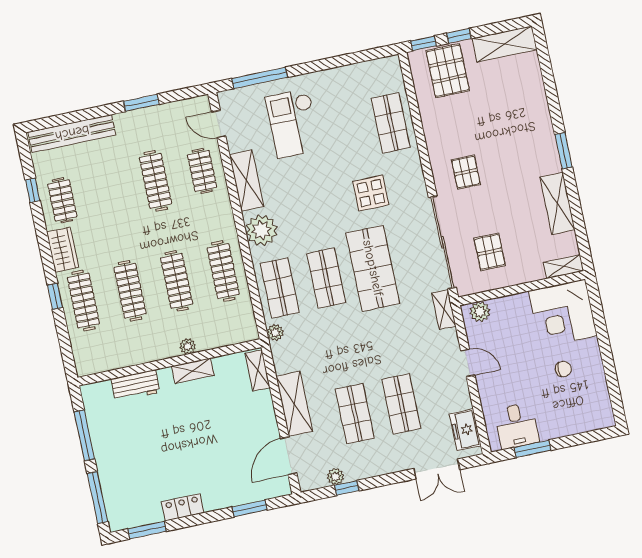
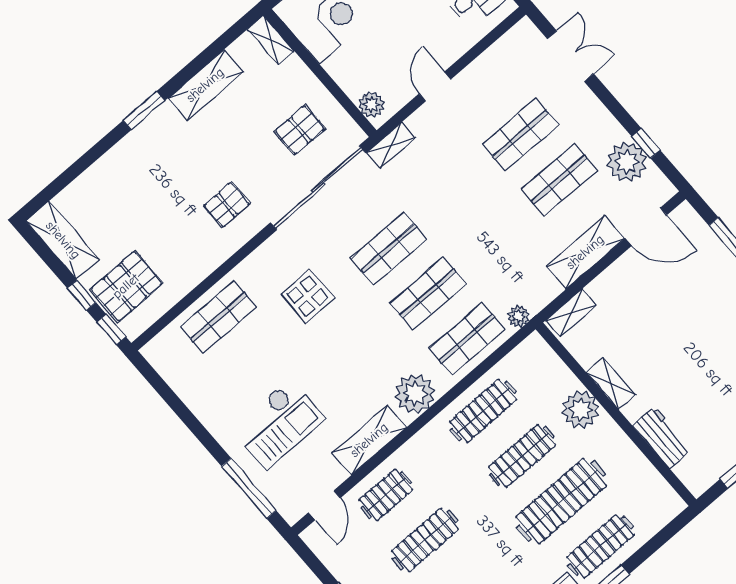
shop shelf: (373, 268) -> (389, 248), width x0.70, depth x0.74
clothes rail: (130, 291) -> (561, 501), width x1.37, depth x1.31
plant: (188, 346) -> (580, 410), width x1.87, depth x1.87
freezer: (465, 430) -> (510, 49), removed
plant: (335, 477) -> (627, 162), width x1.88, depth x1.88

